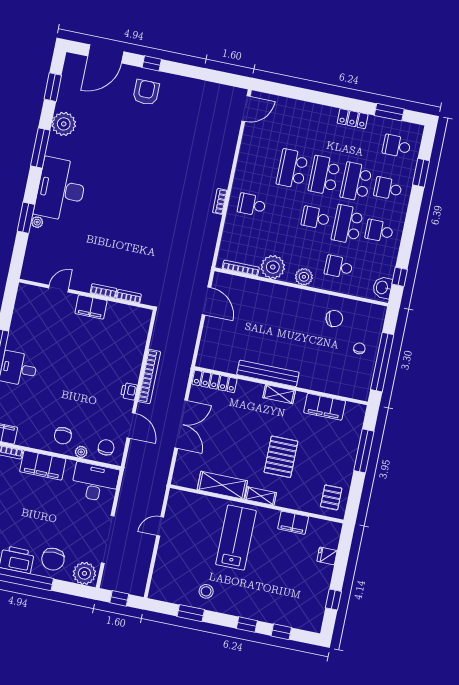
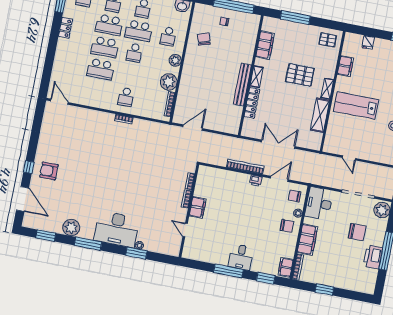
locker: (215, 381) -> (252, 103), moved
chair: (53, 559) -> (357, 232), moved

